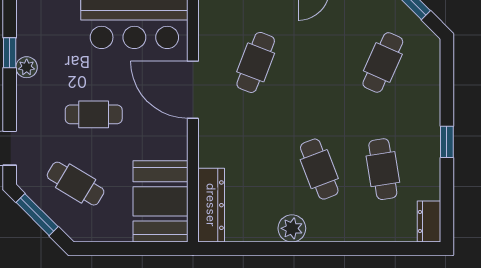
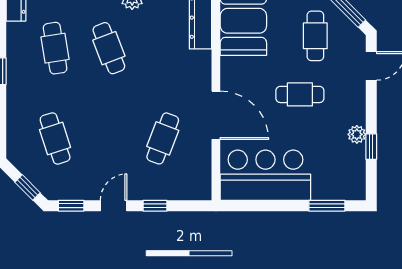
cafe table: (383, 62) -> (55, 138), turned -42
cafe table: (76, 184) -> (315, 36), turned 59

